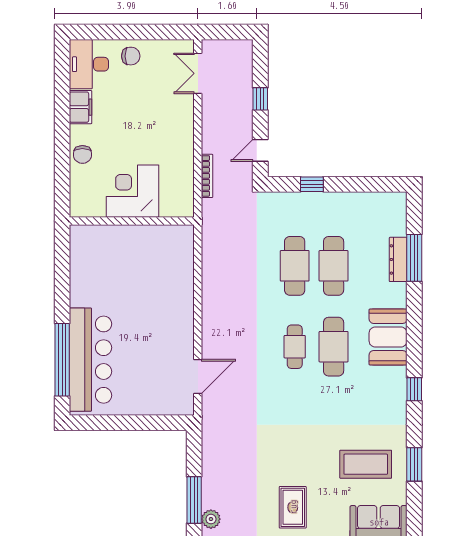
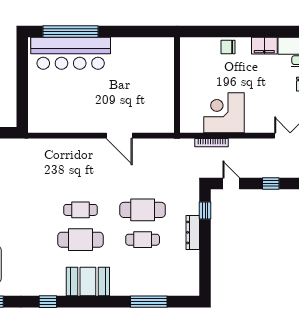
window: (312, 184) -> (205, 211), moved
corner desk: (133, 191) -> (224, 113), moved, turned -90
dresser: (398, 259) -> (193, 232), moved, turned -90
cafe table: (334, 266) -> (143, 240), width x0.73, depth x0.74
door: (198, 377) -> (119, 136), moved

